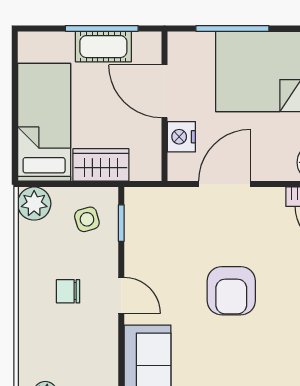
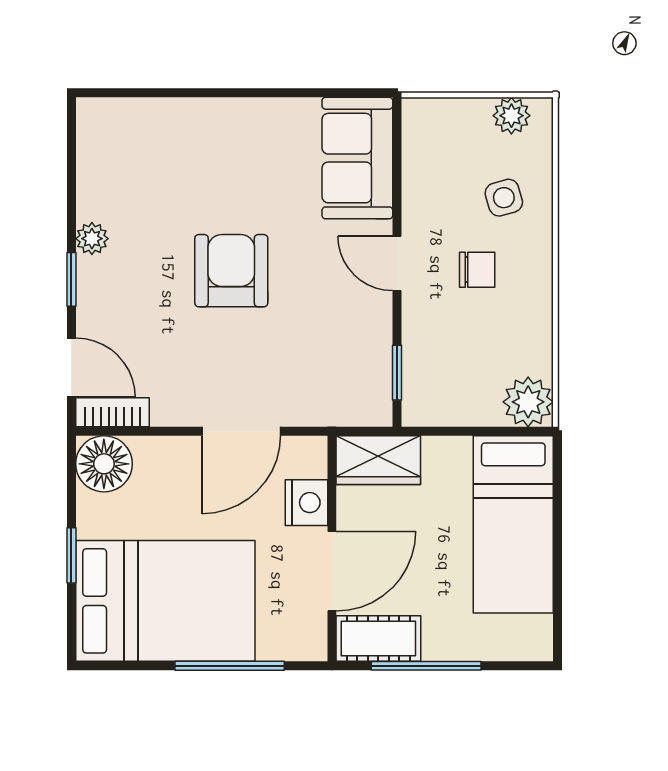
cot: (103, 47) -> (378, 638), moved
door: (164, 91) -> (332, 571), hinge flipped
wardrobe: (101, 165) -> (378, 460), moved
side table: (87, 219) -> (504, 198), moved

